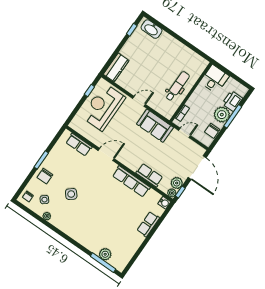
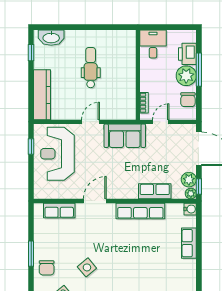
kitchen counter: (116, 67) -> (42, 95), width x1.50
dental chair: (177, 86) -> (91, 68), moved

